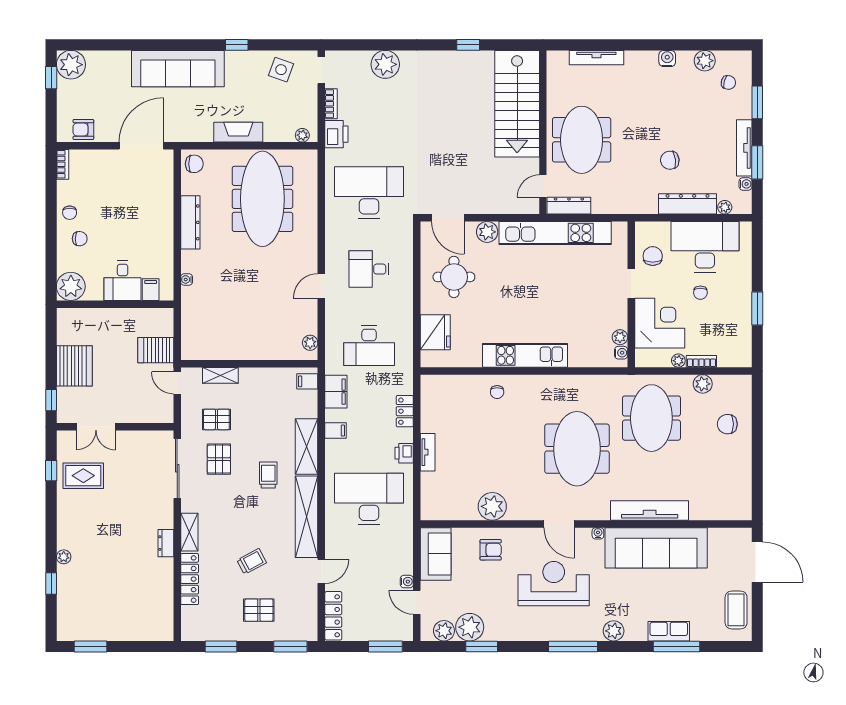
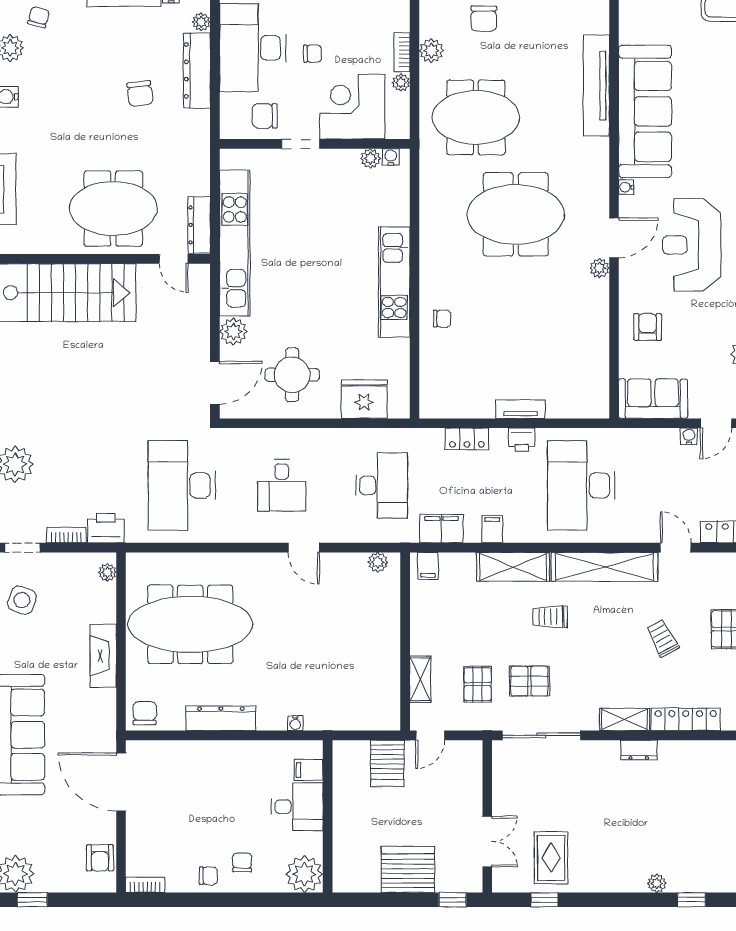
plant: (492, 506) -> (600, 268), moved, width x0.53, depth x0.53
tv unit: (650, 510) -> (596, 85), moved

